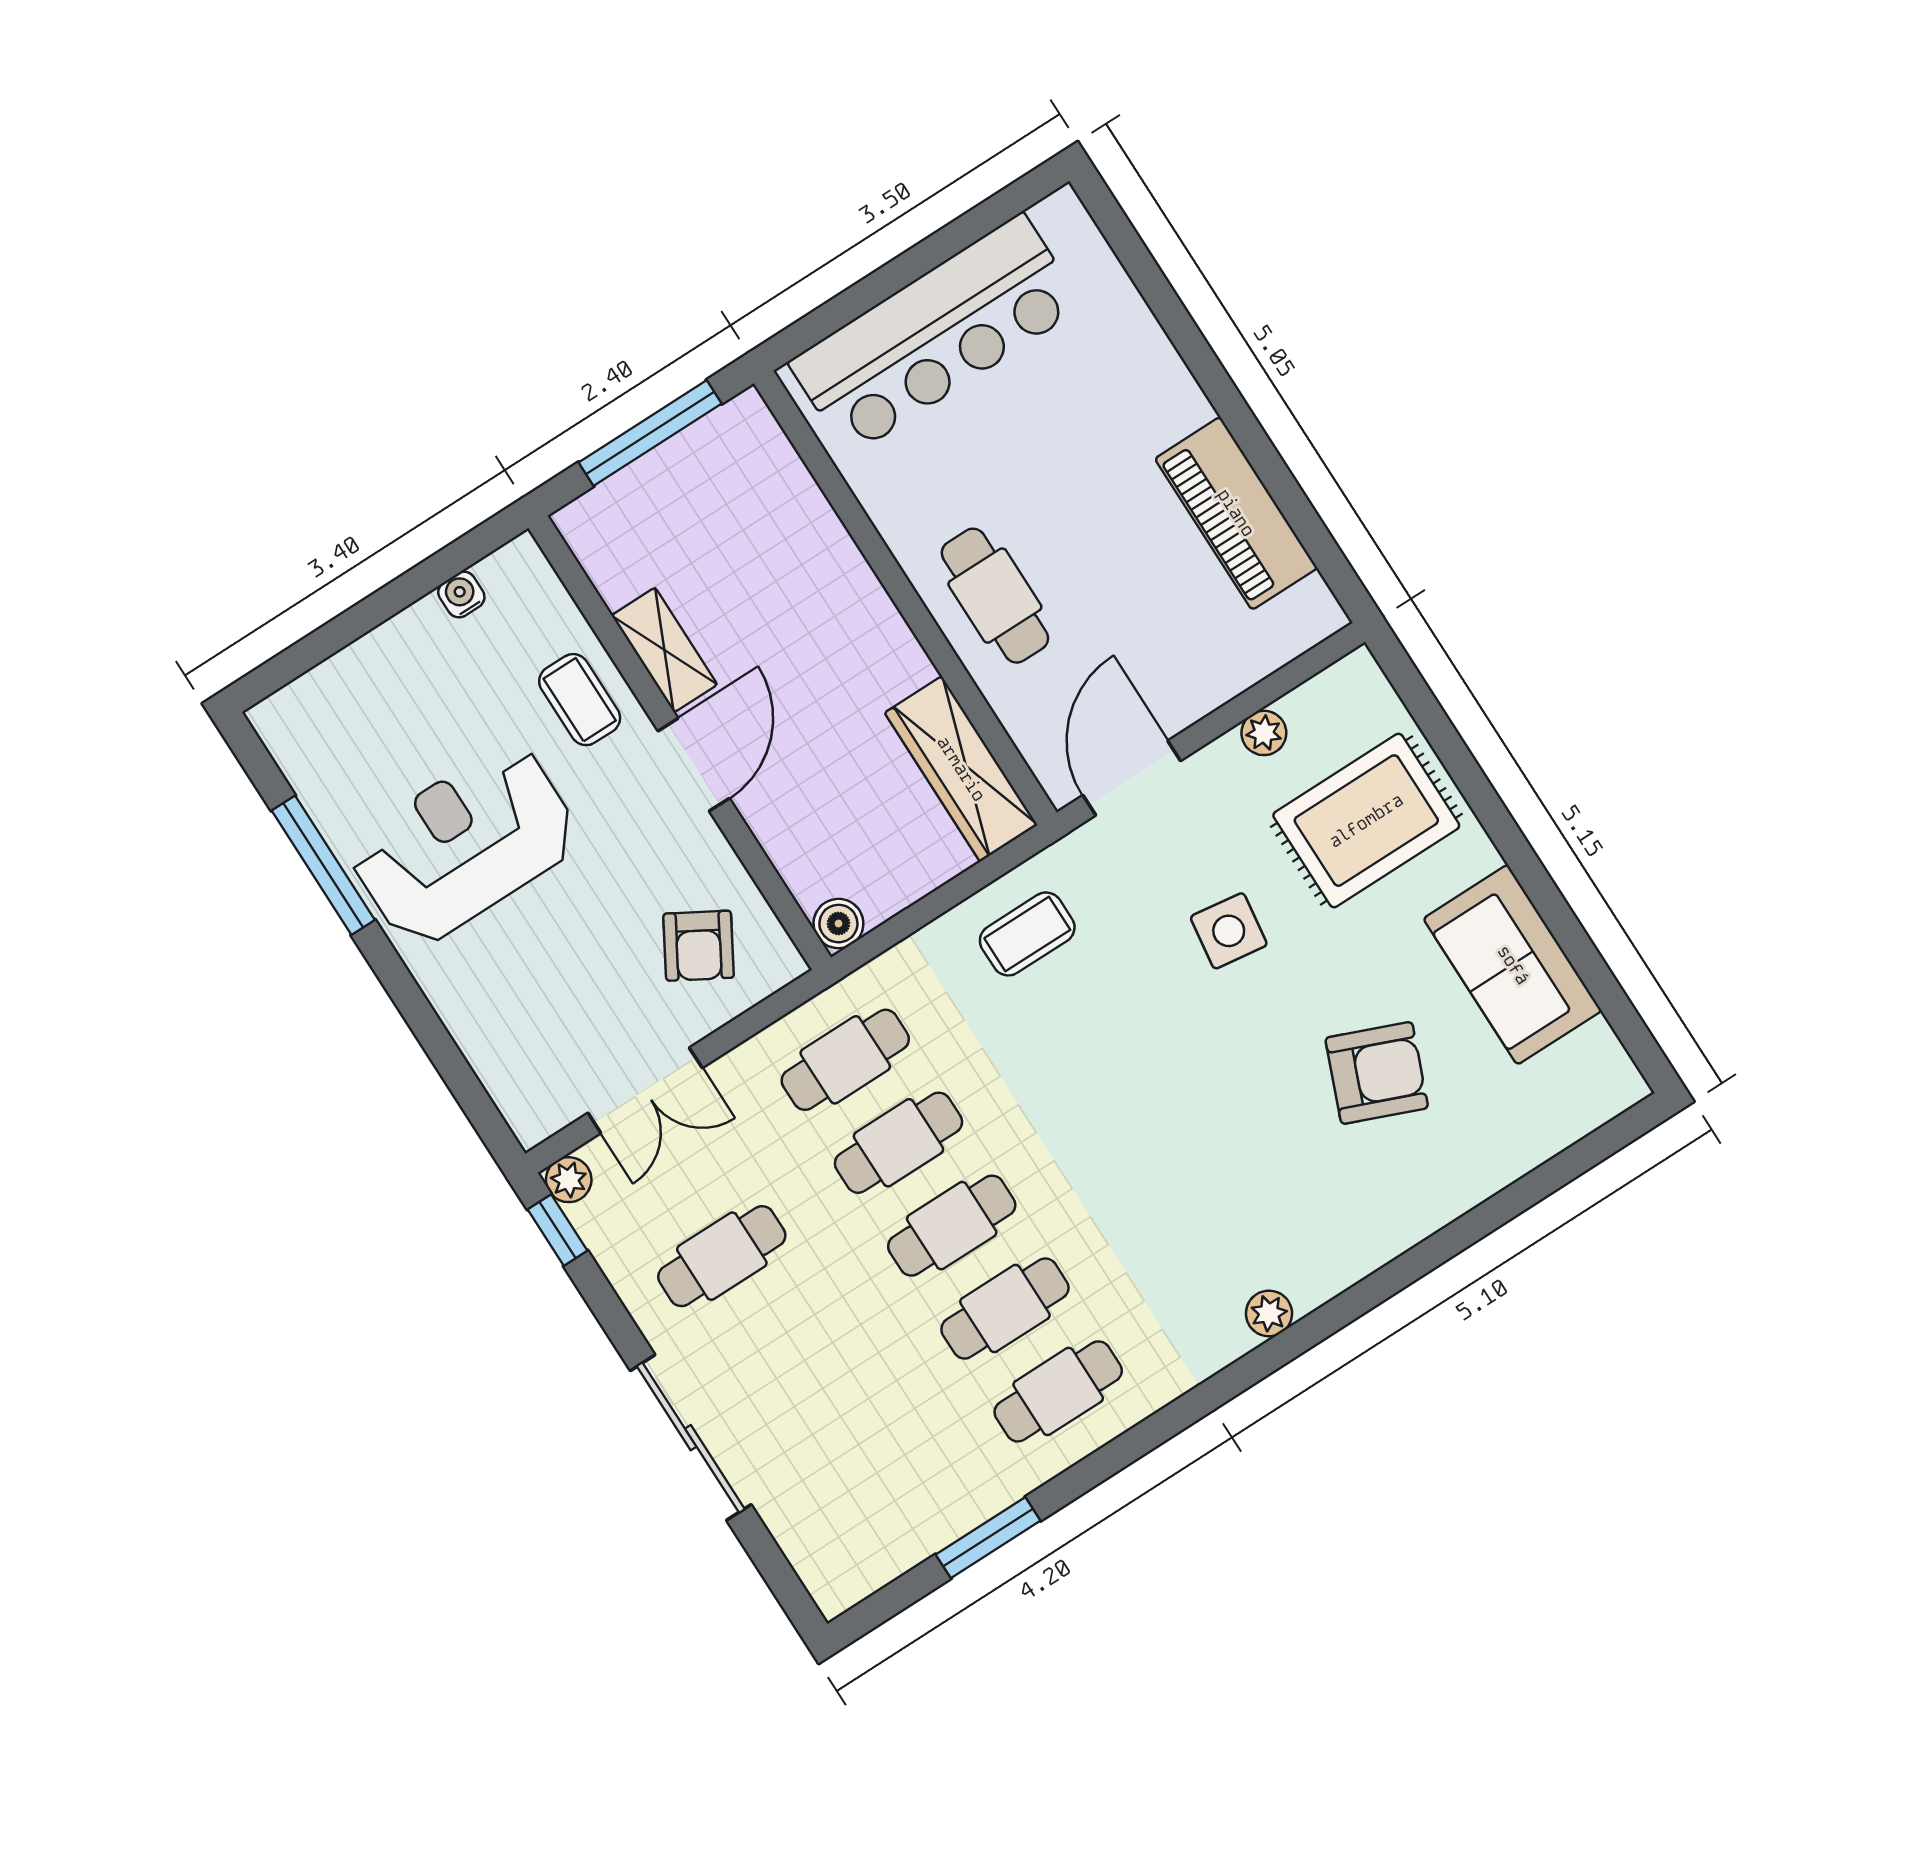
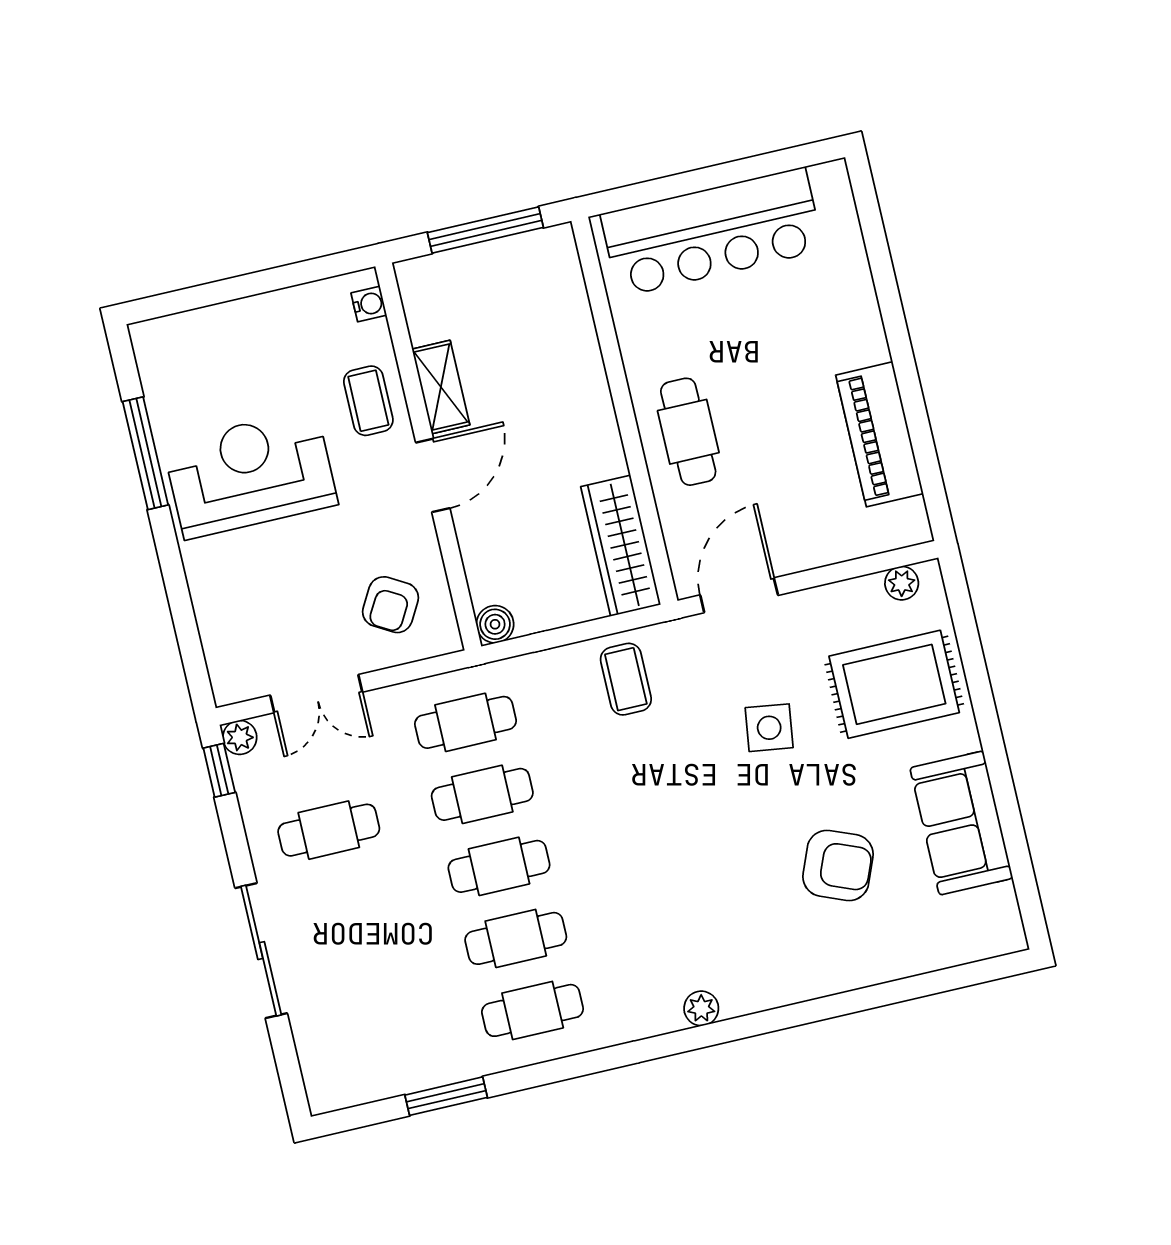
water cooler: (461, 594) -> (369, 304), moved, turned 90
plant: (1264, 733) -> (902, 583), moved
coffee table: (1027, 934) -> (626, 679), turned 90

